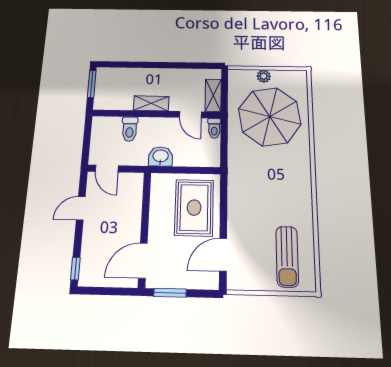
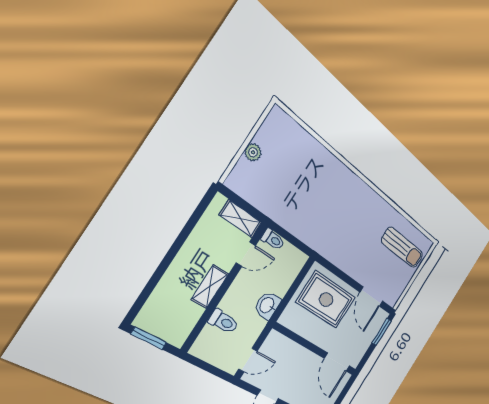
parasol: (270, 117) -> (295, 178), removed
window: (170, 293) -> (382, 332), moved

